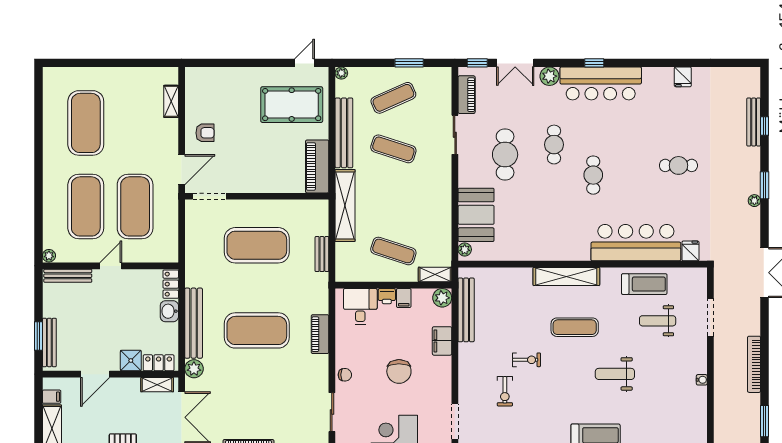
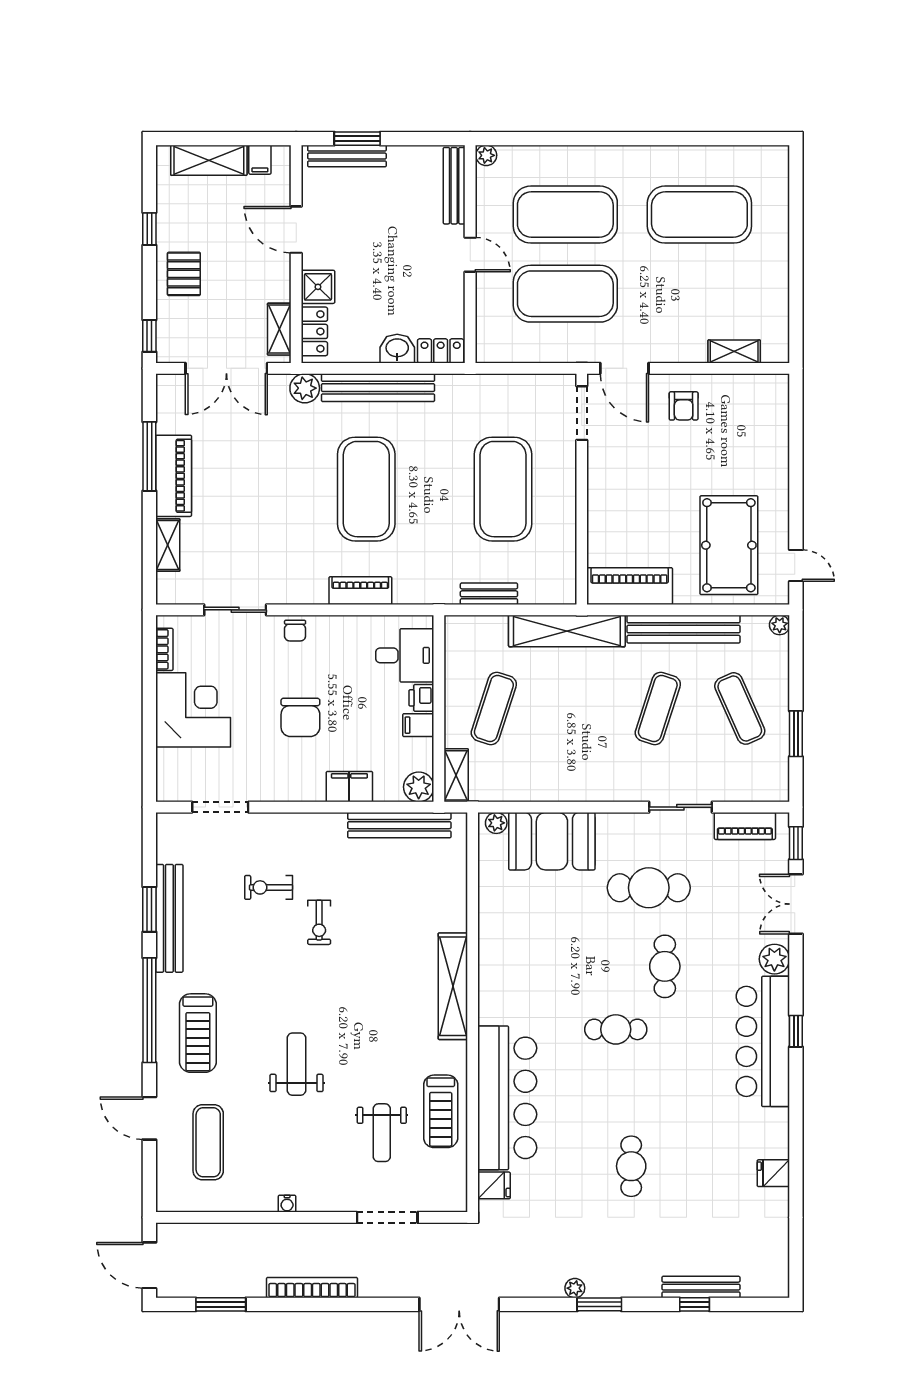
cafe table: (554, 145) -> (665, 966), turned 90
weight bench: (658, 321) -> (382, 1133), turned 180
exercise mat: (575, 327) -> (208, 1142), moved
chair: (399, 371) -> (300, 717), turned -90

